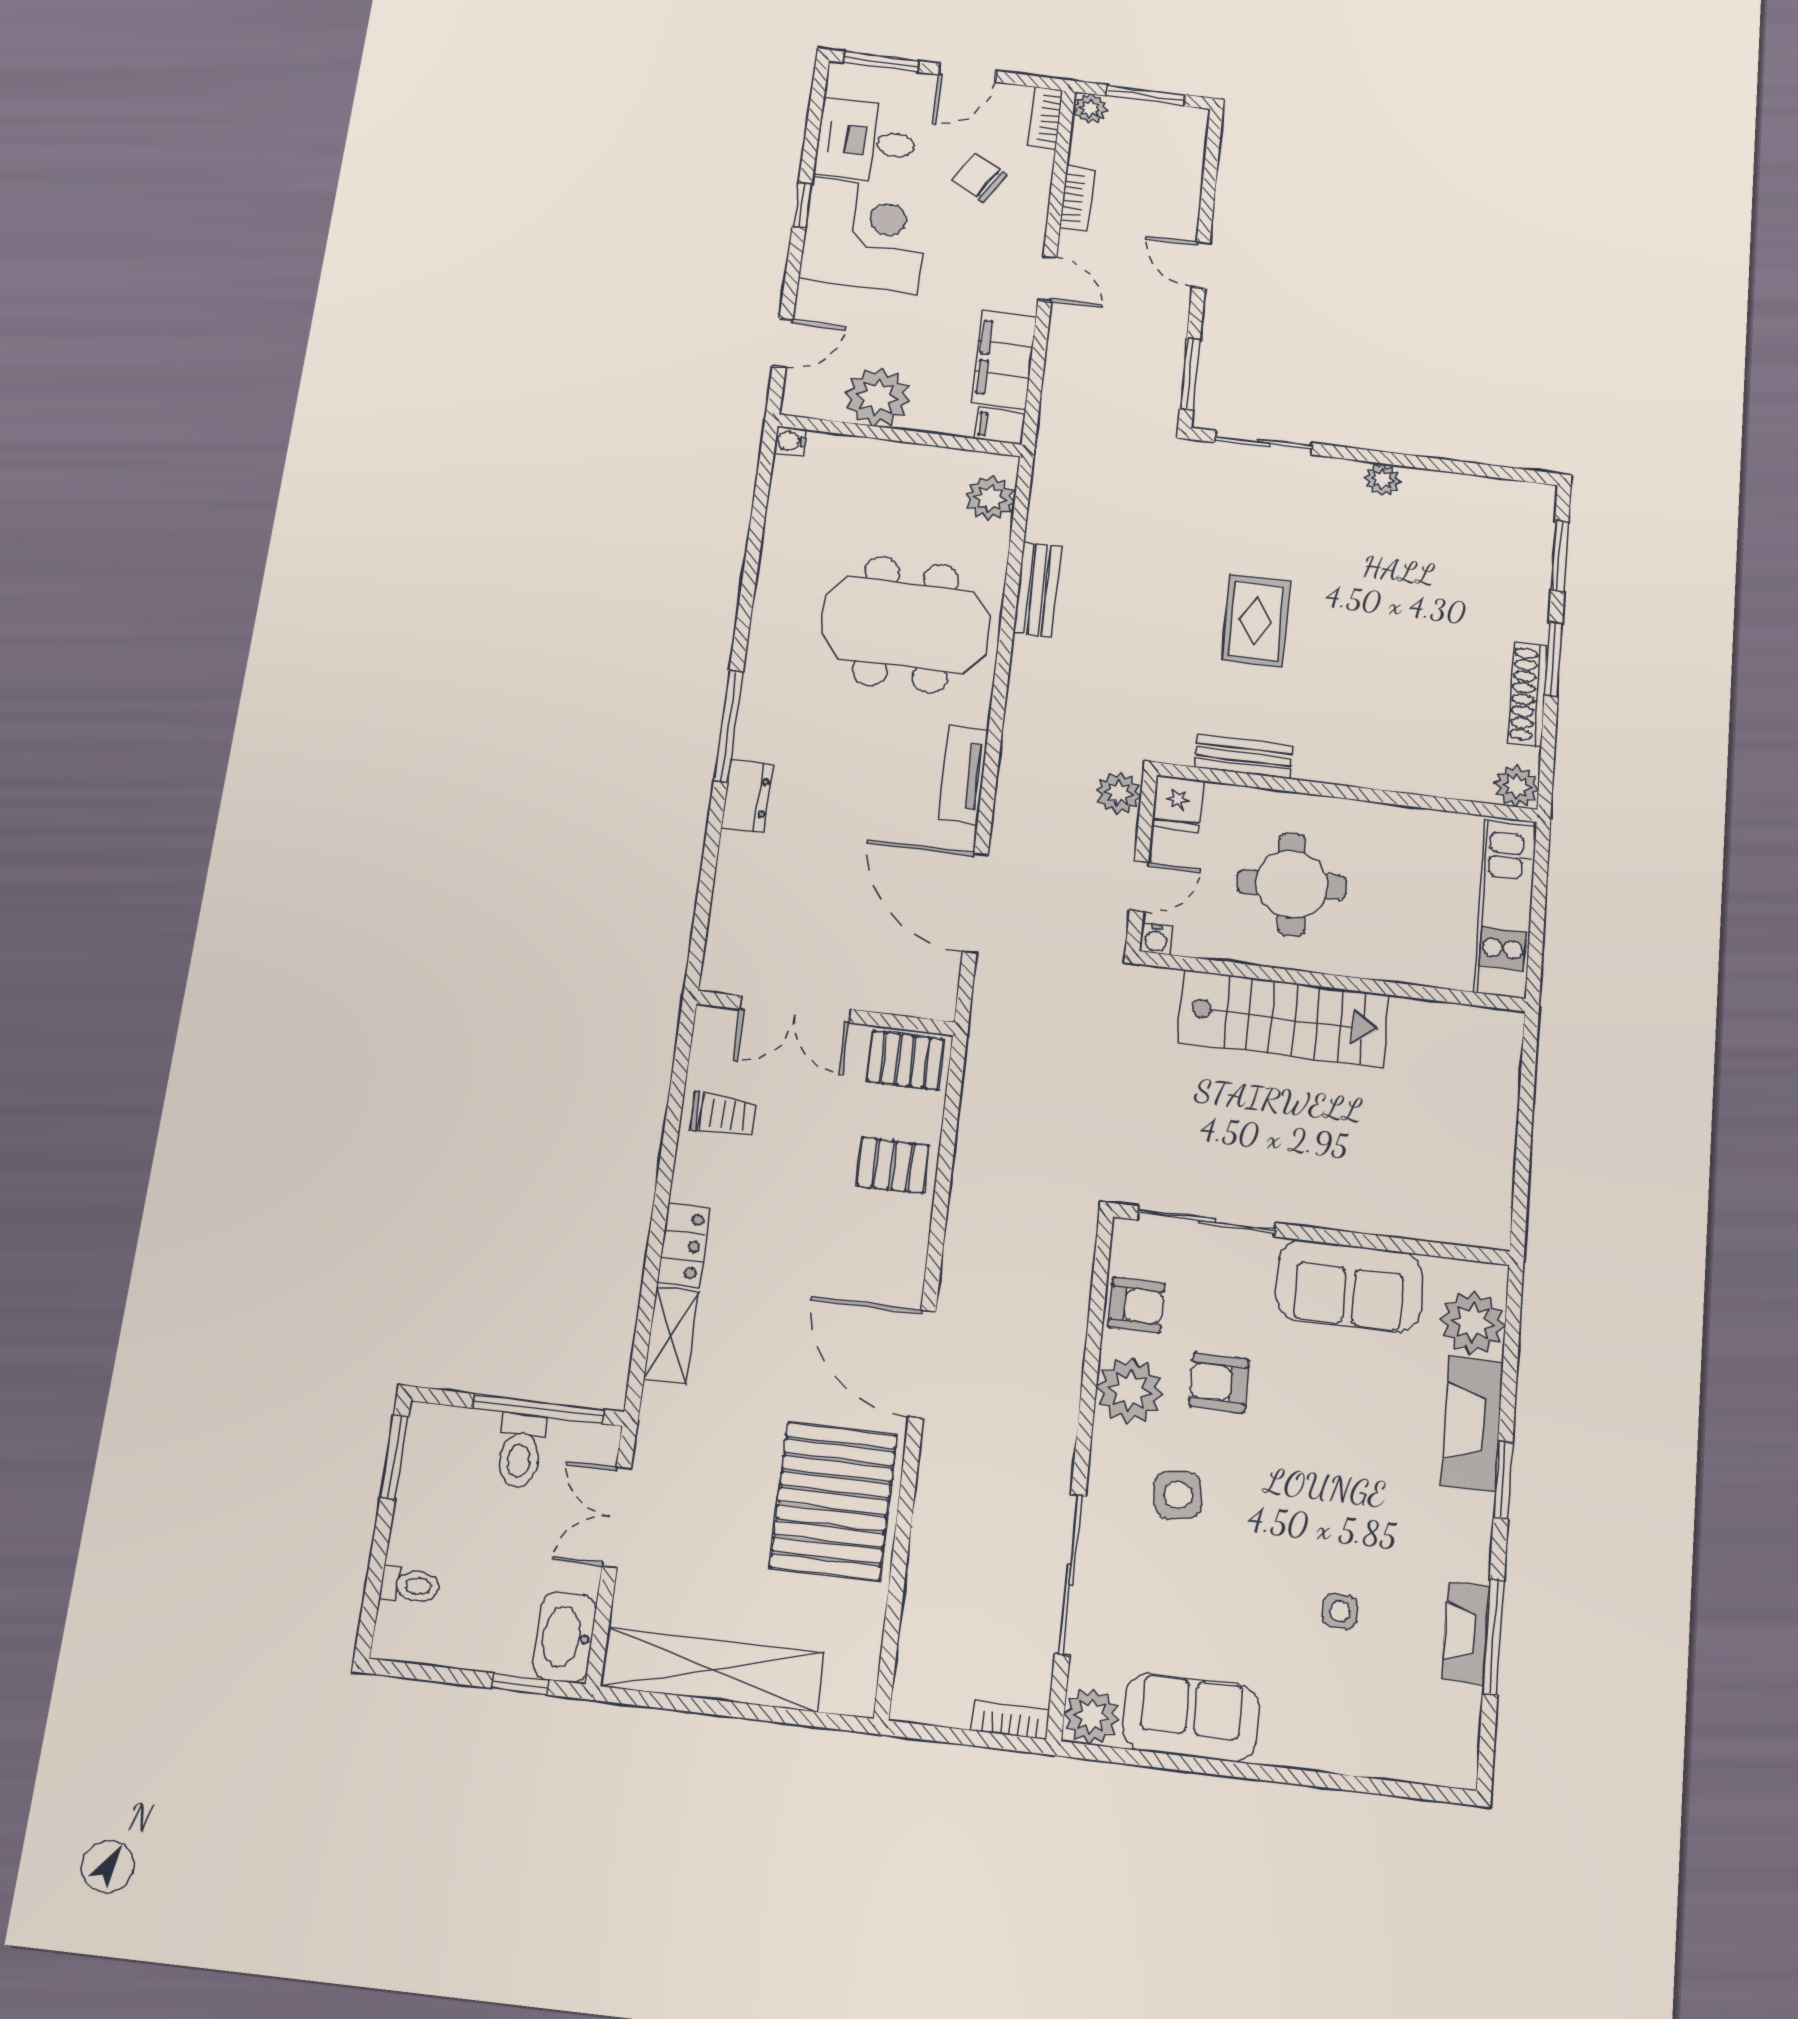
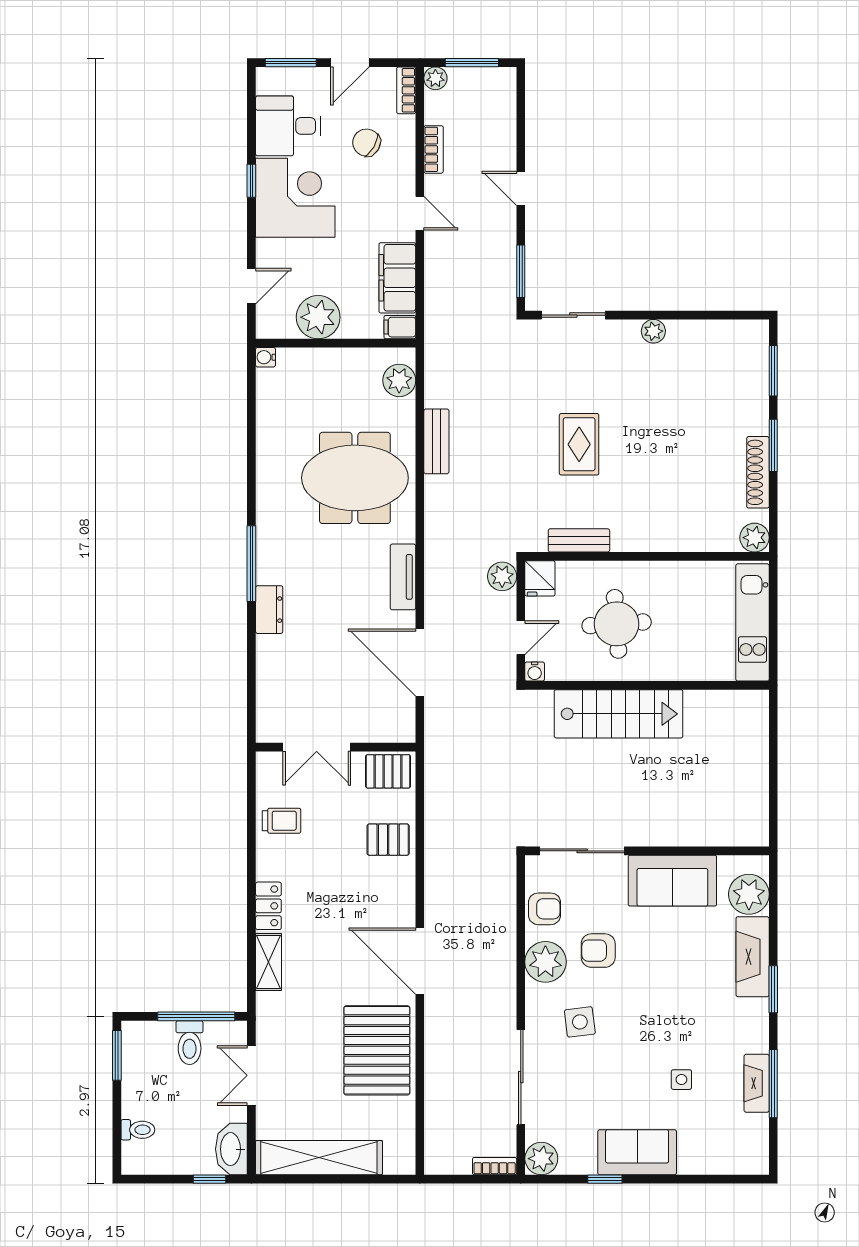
sofa: (1191, 1718) -> (637, 1152), moved
window: (1197, 1765) -> (605, 1179), added

